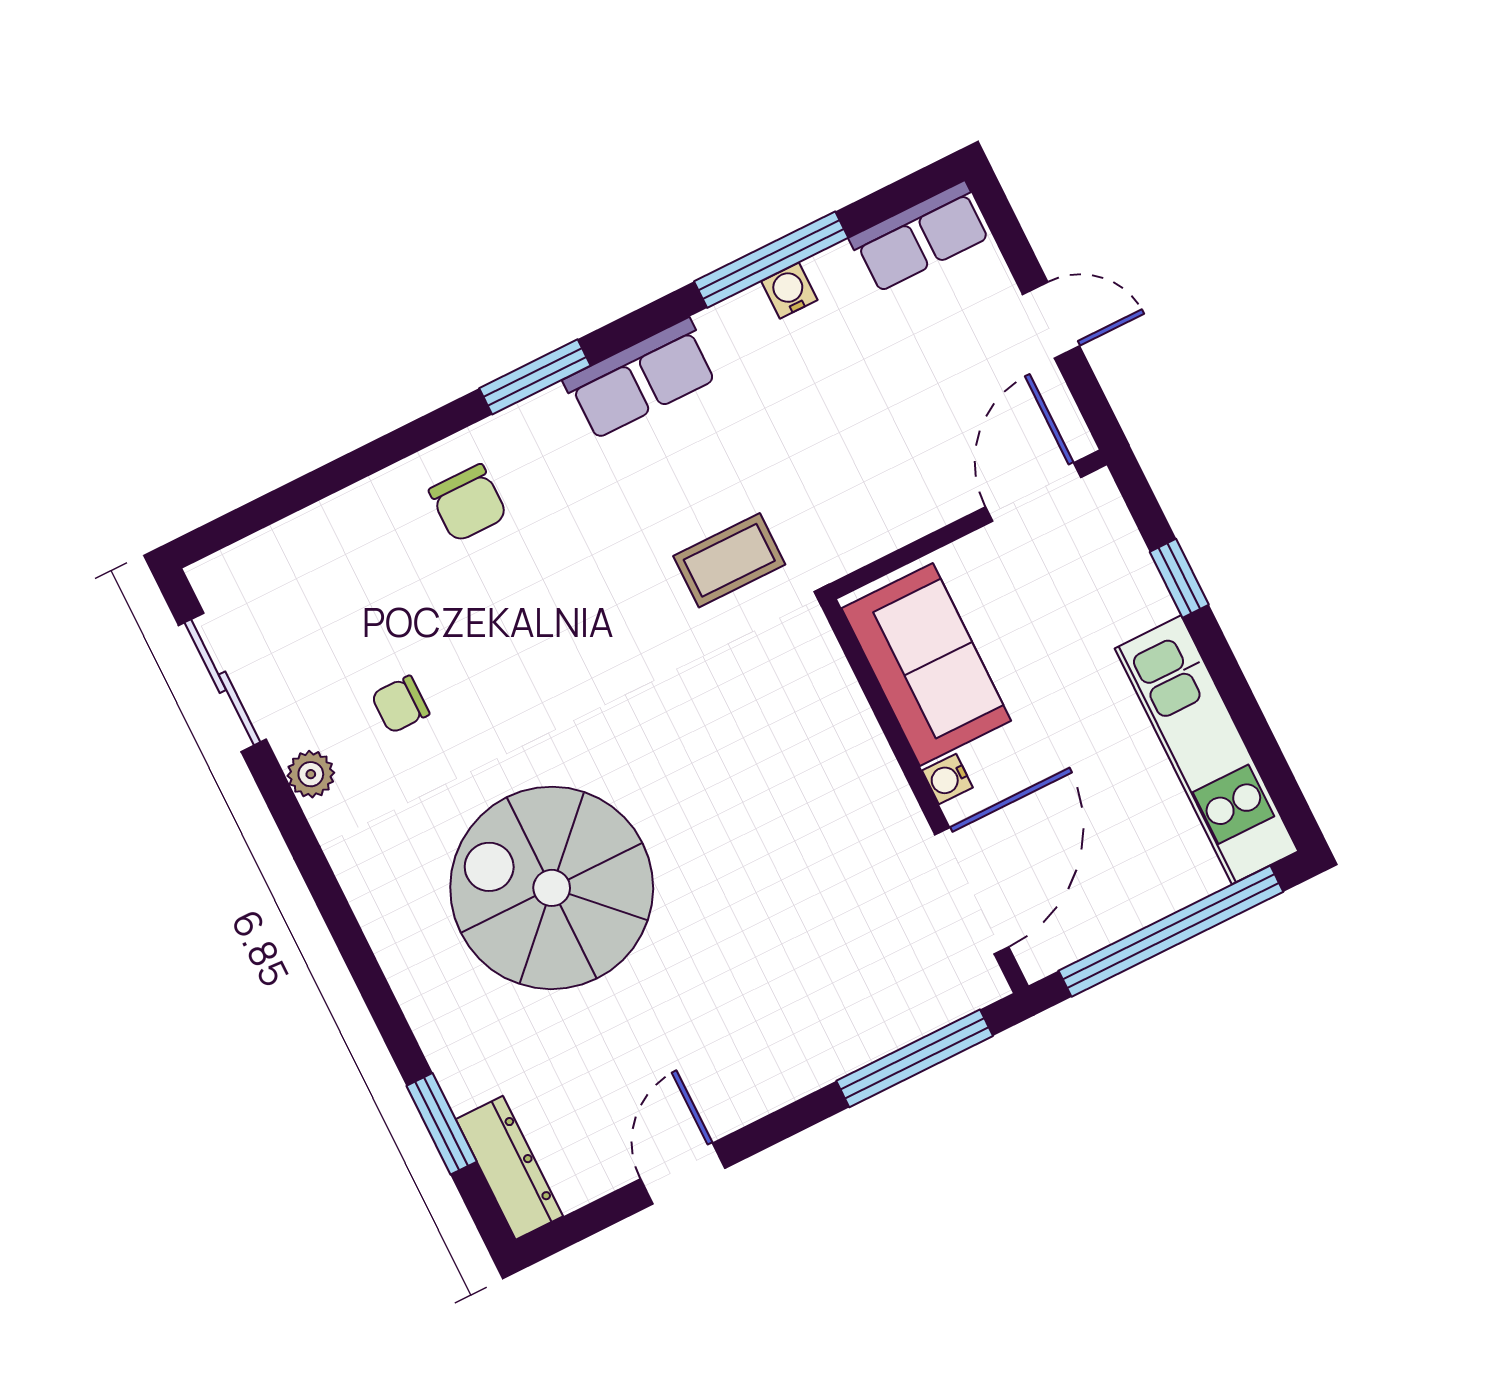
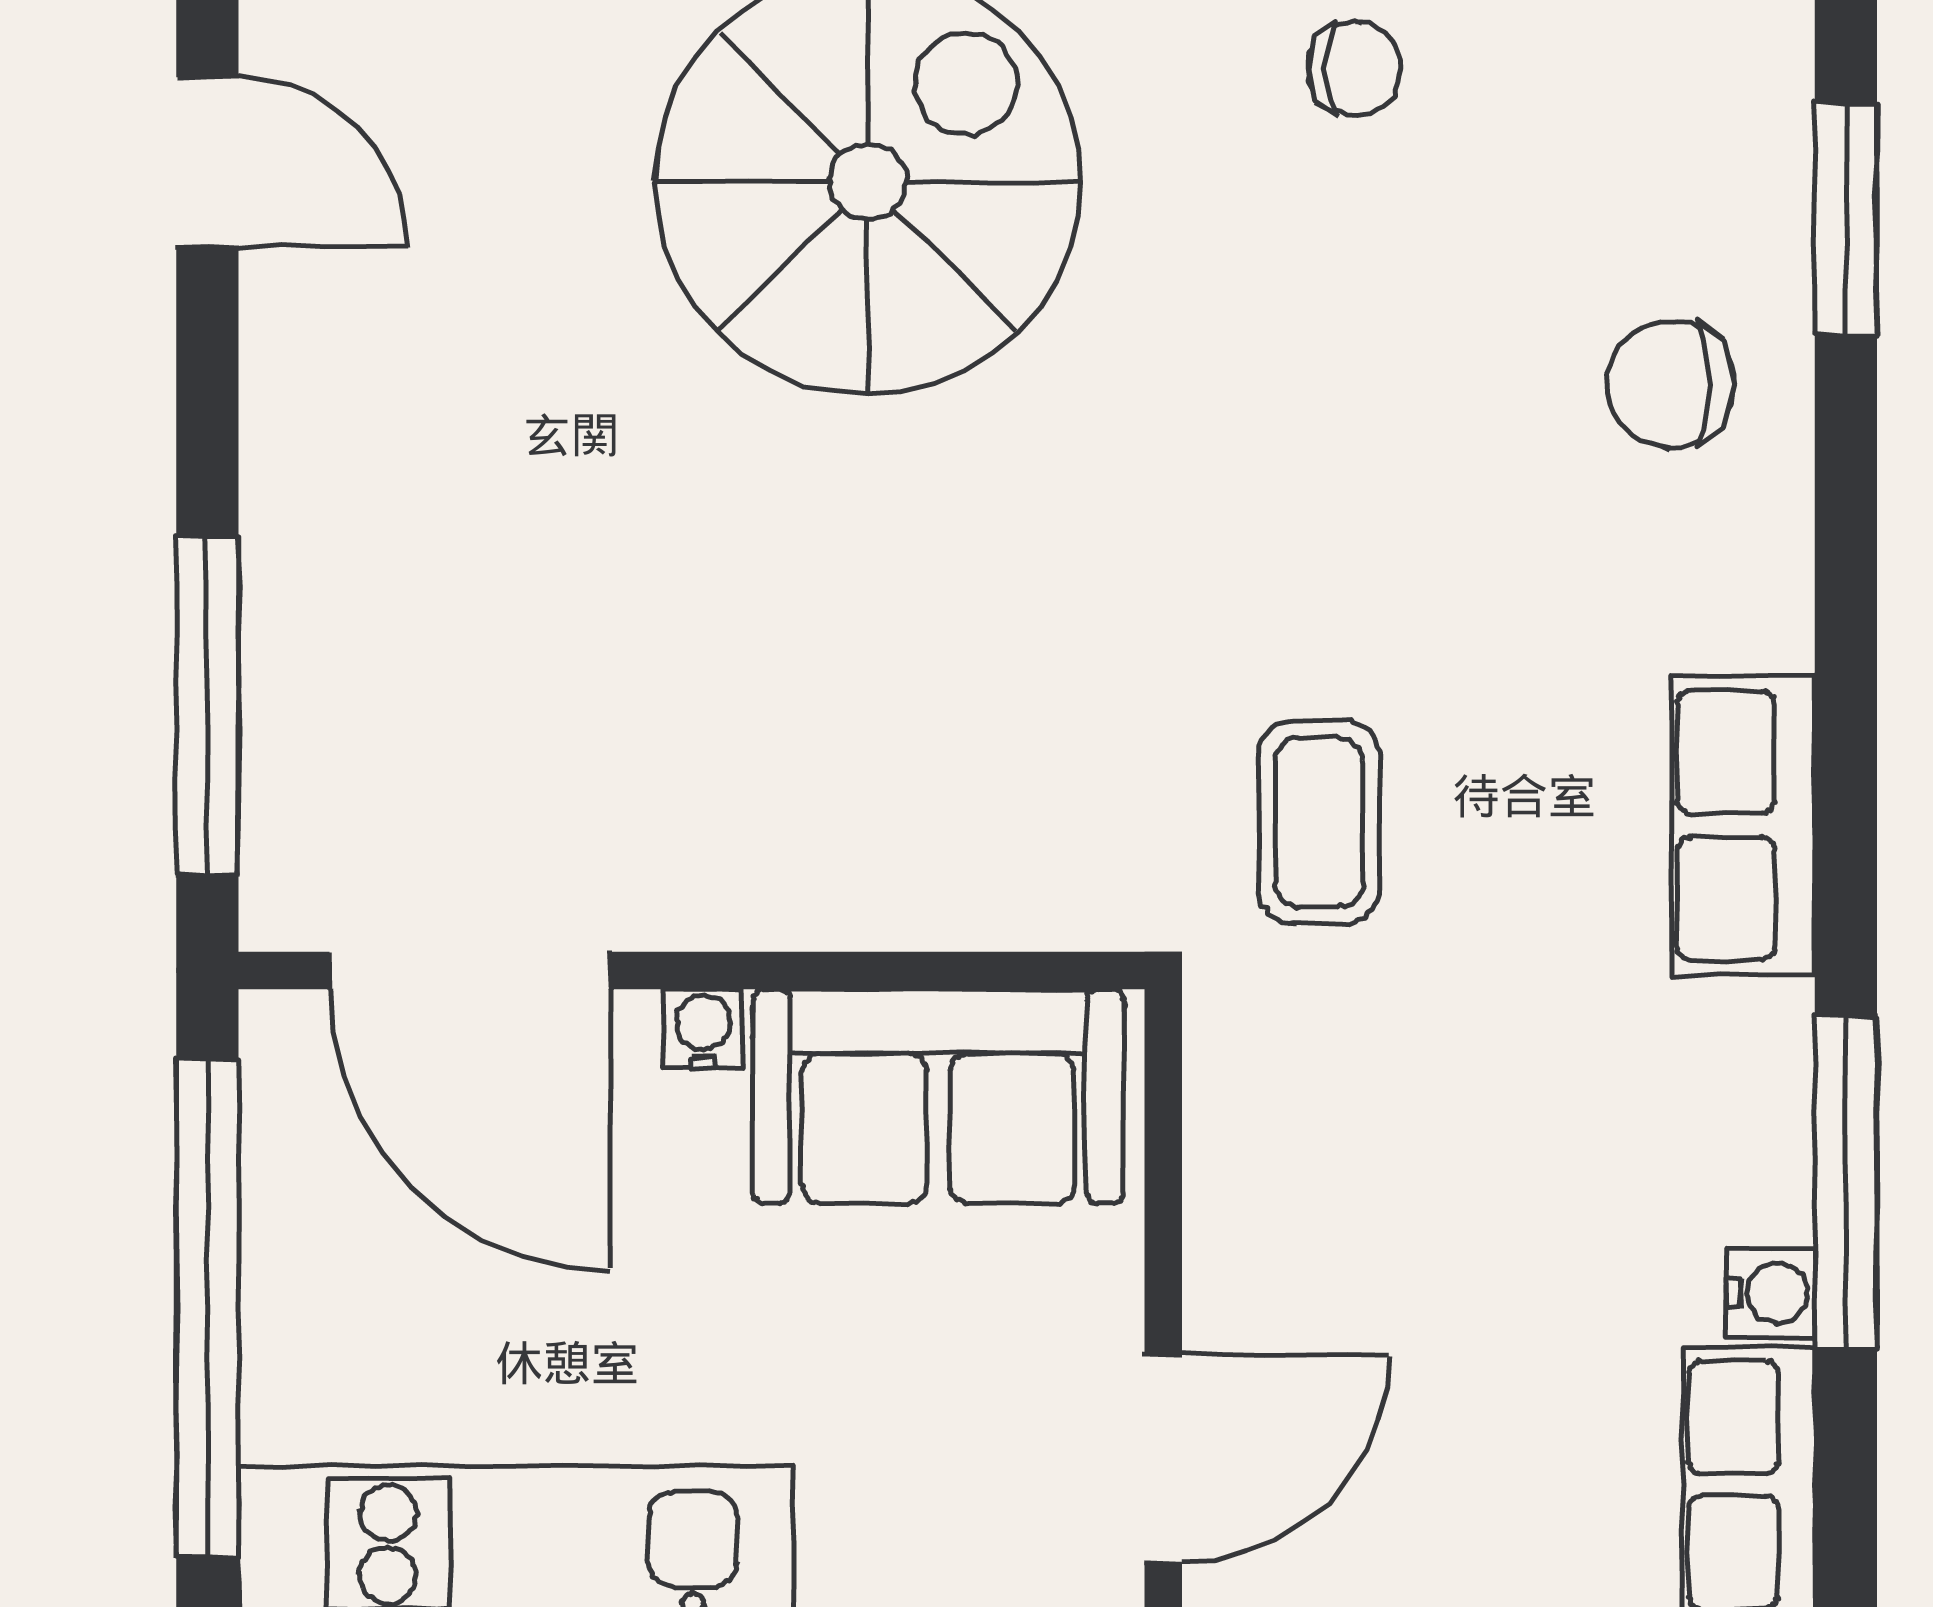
water cooler: (789, 291) -> (1770, 1293), moved
window: (535, 377) -> (1846, 219), moved
door: (1033, 492) -> (1163, 1459), hinge flipped
chair: (400, 704) -> (1355, 68), turned 90

